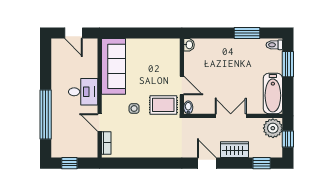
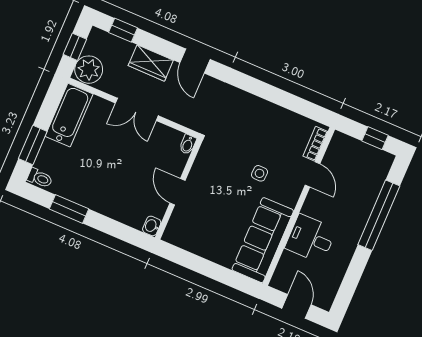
door: (182, 86) -> (178, 192), moved
desk: (83, 92) -> (311, 239), moved
rug: (163, 105) -> (219, 162), removed

